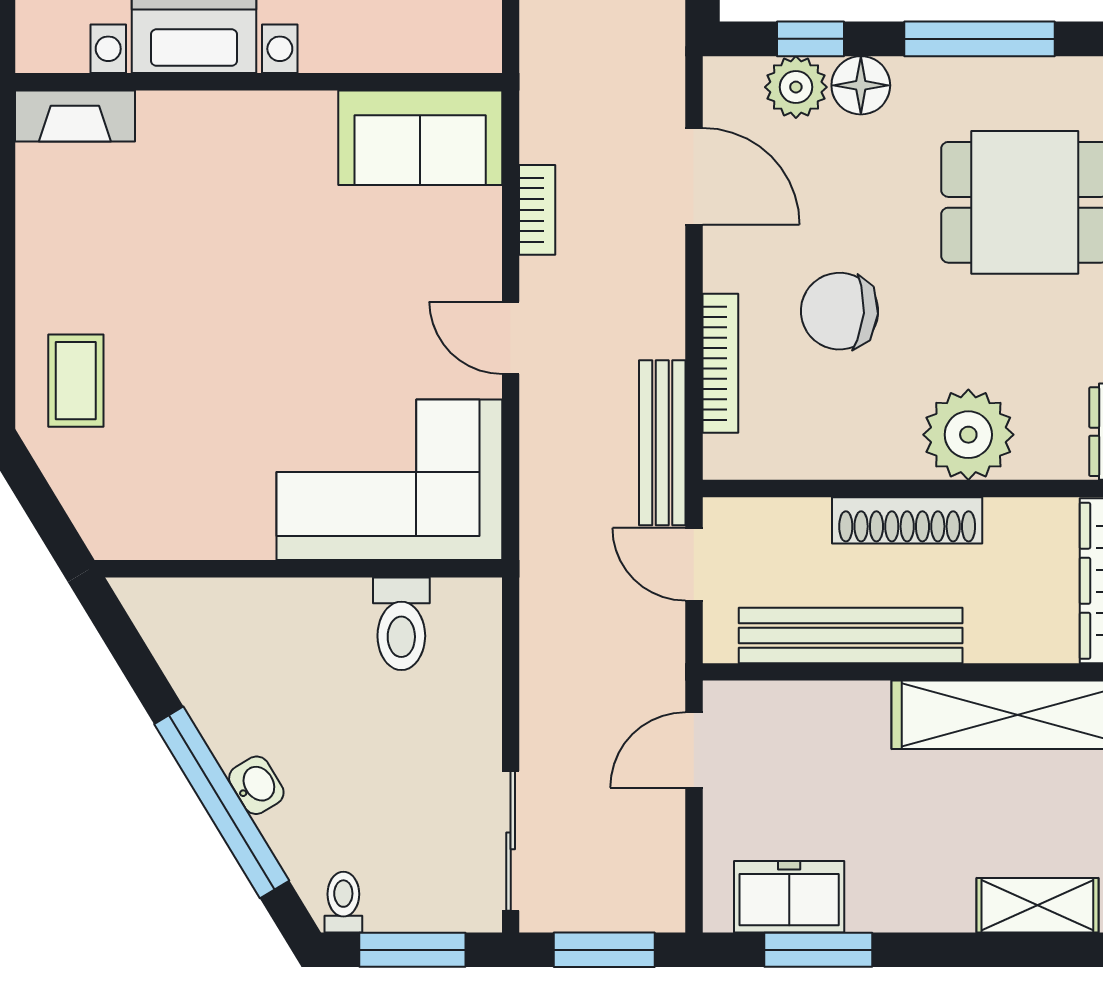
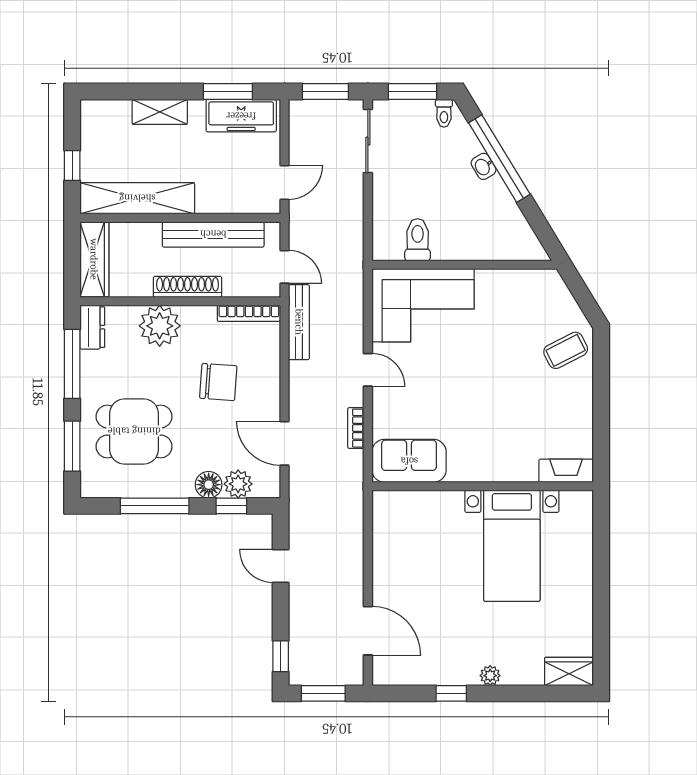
bookcase: (720, 363) -> (249, 313), moved, turned -90
coffee table: (76, 381) -> (566, 350), turned 63
freezer: (789, 897) -> (241, 116), width x1.40
shelving: (1037, 905) -> (160, 112), moved

